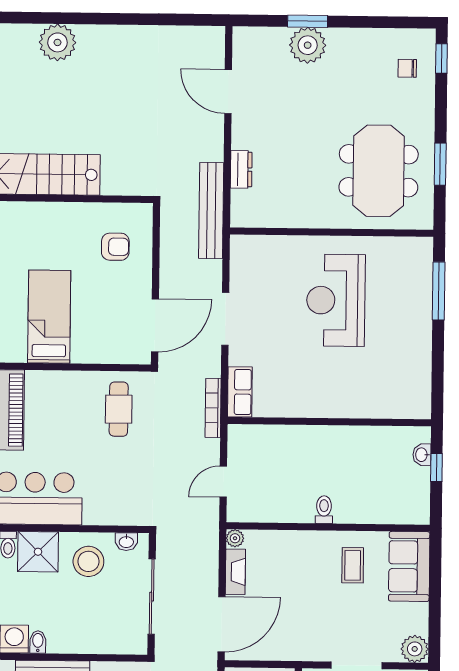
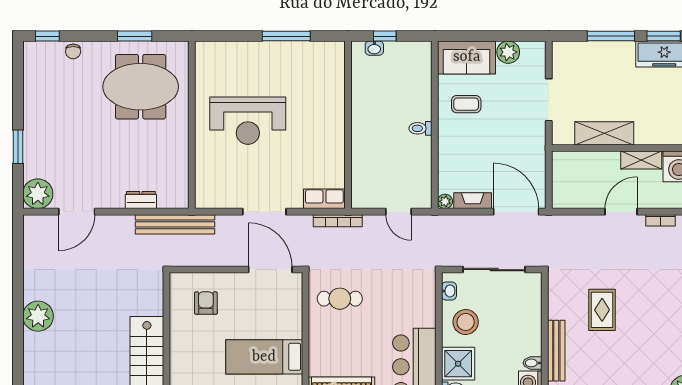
plant: (57, 42) -> (38, 316), moved
plant: (308, 45) -> (38, 194), moved
chair: (407, 68) -> (73, 51), moved
window: (439, 291) -> (286, 36), moved
plant: (415, 649) -> (508, 52), moved

